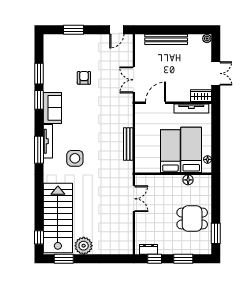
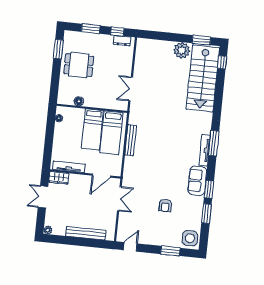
bed: (191, 150) -> (111, 133), moved
side table: (75, 158) -> (190, 238), moved

